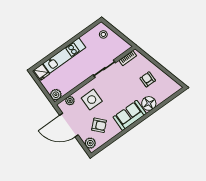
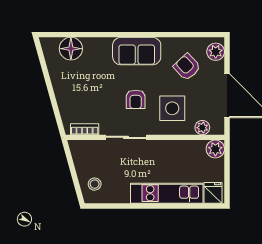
armchair: (148, 79) -> (136, 99), moved
floor lamp: (149, 103) -> (71, 49), moved

